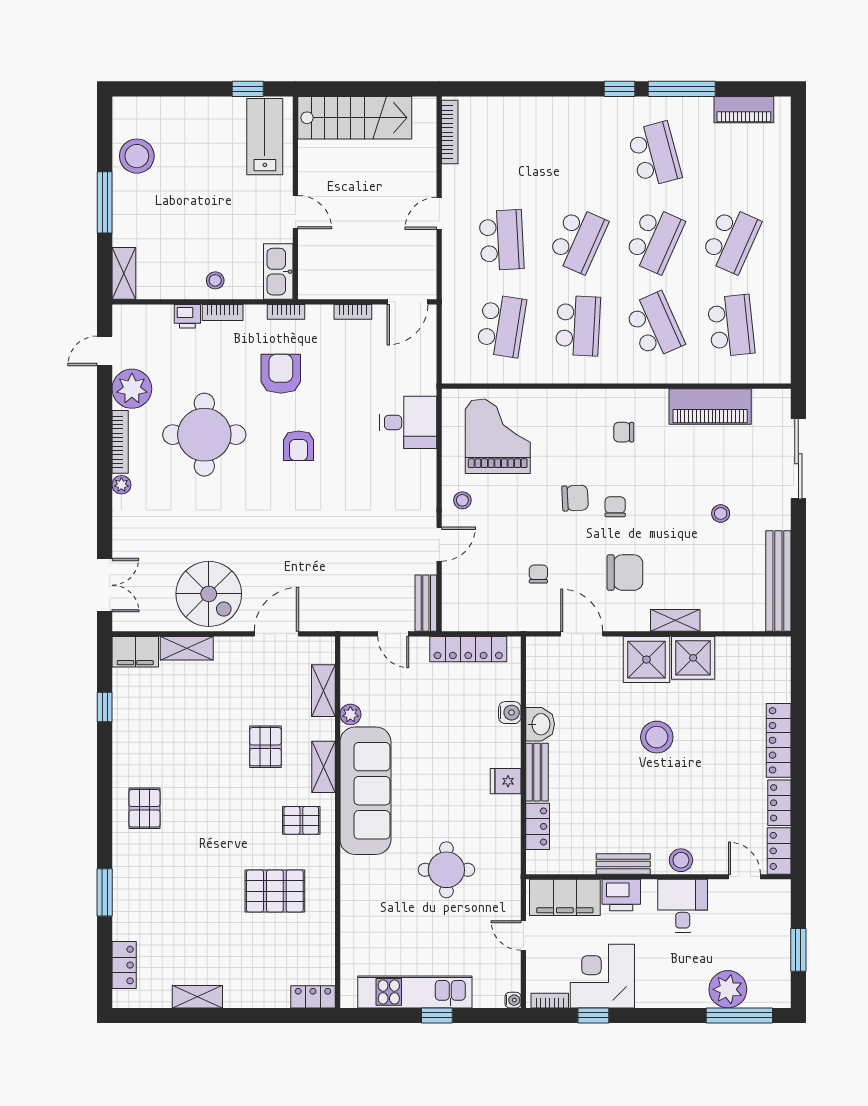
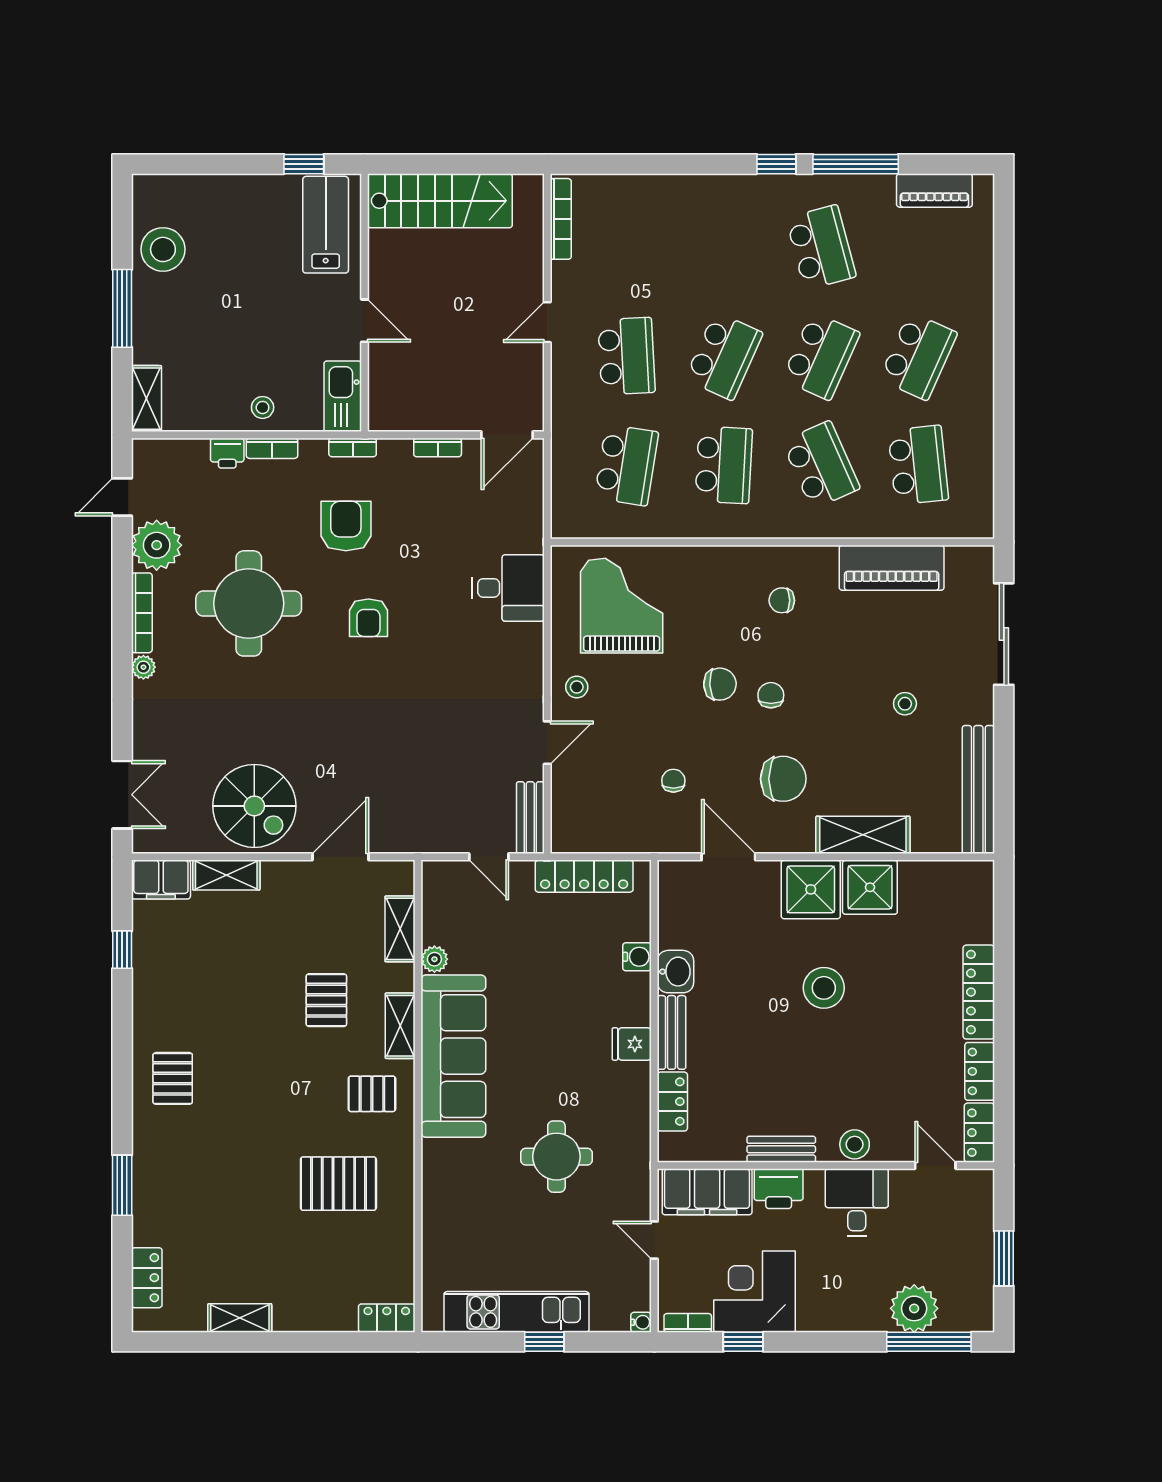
shelving: (675, 620) -> (863, 835), width x1.50, depth x1.33

